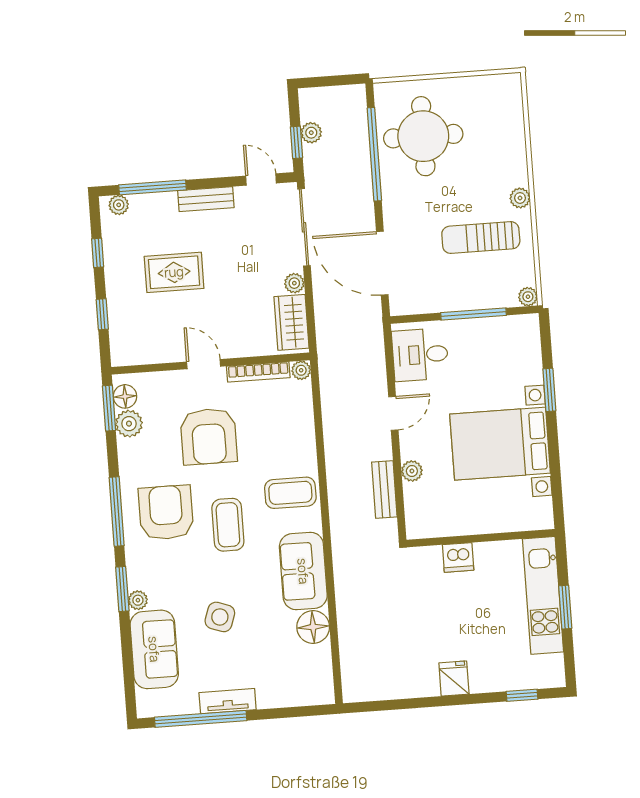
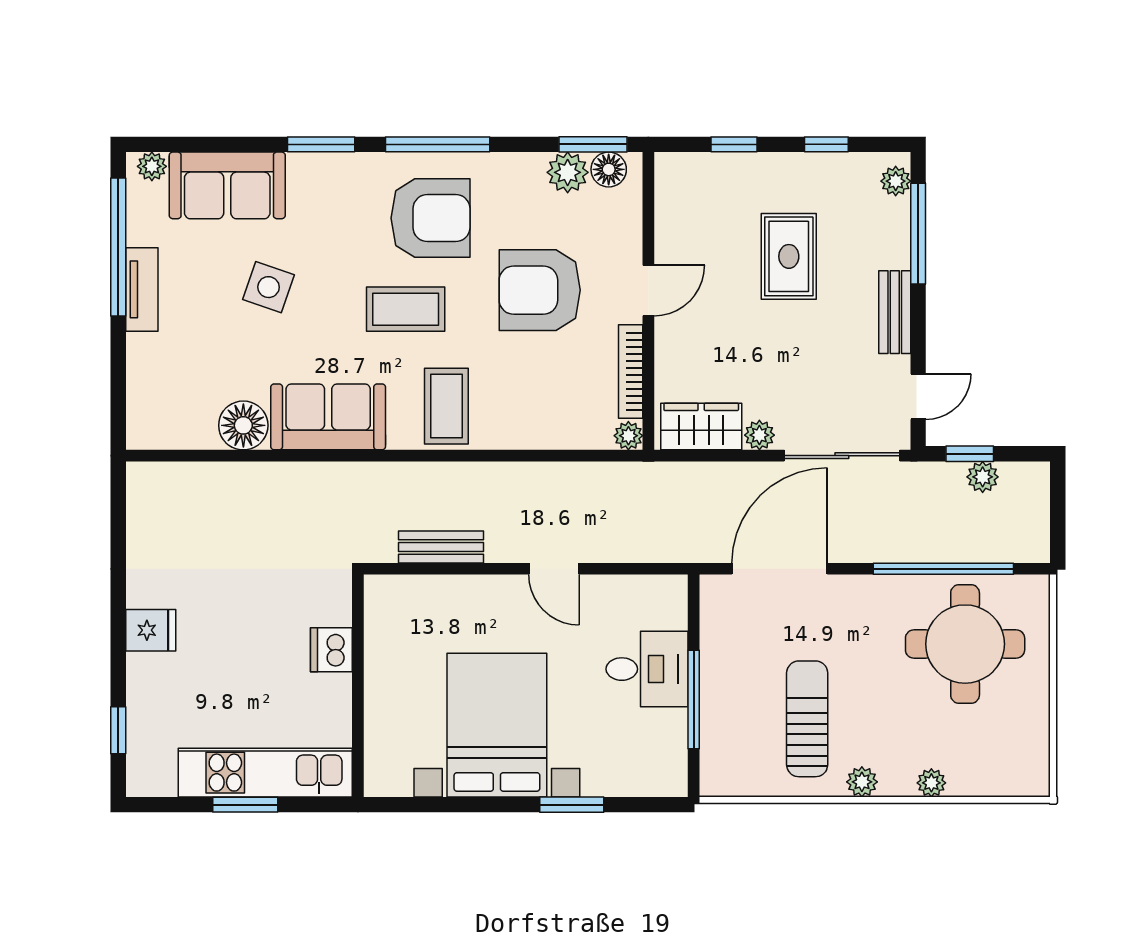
plant: (528, 297) -> (931, 783), moved
desk: (420, 355) -> (647, 669), moved, turned 90
plant: (412, 471) -> (466, 590), removed
plant: (138, 600) -> (152, 166), moved

